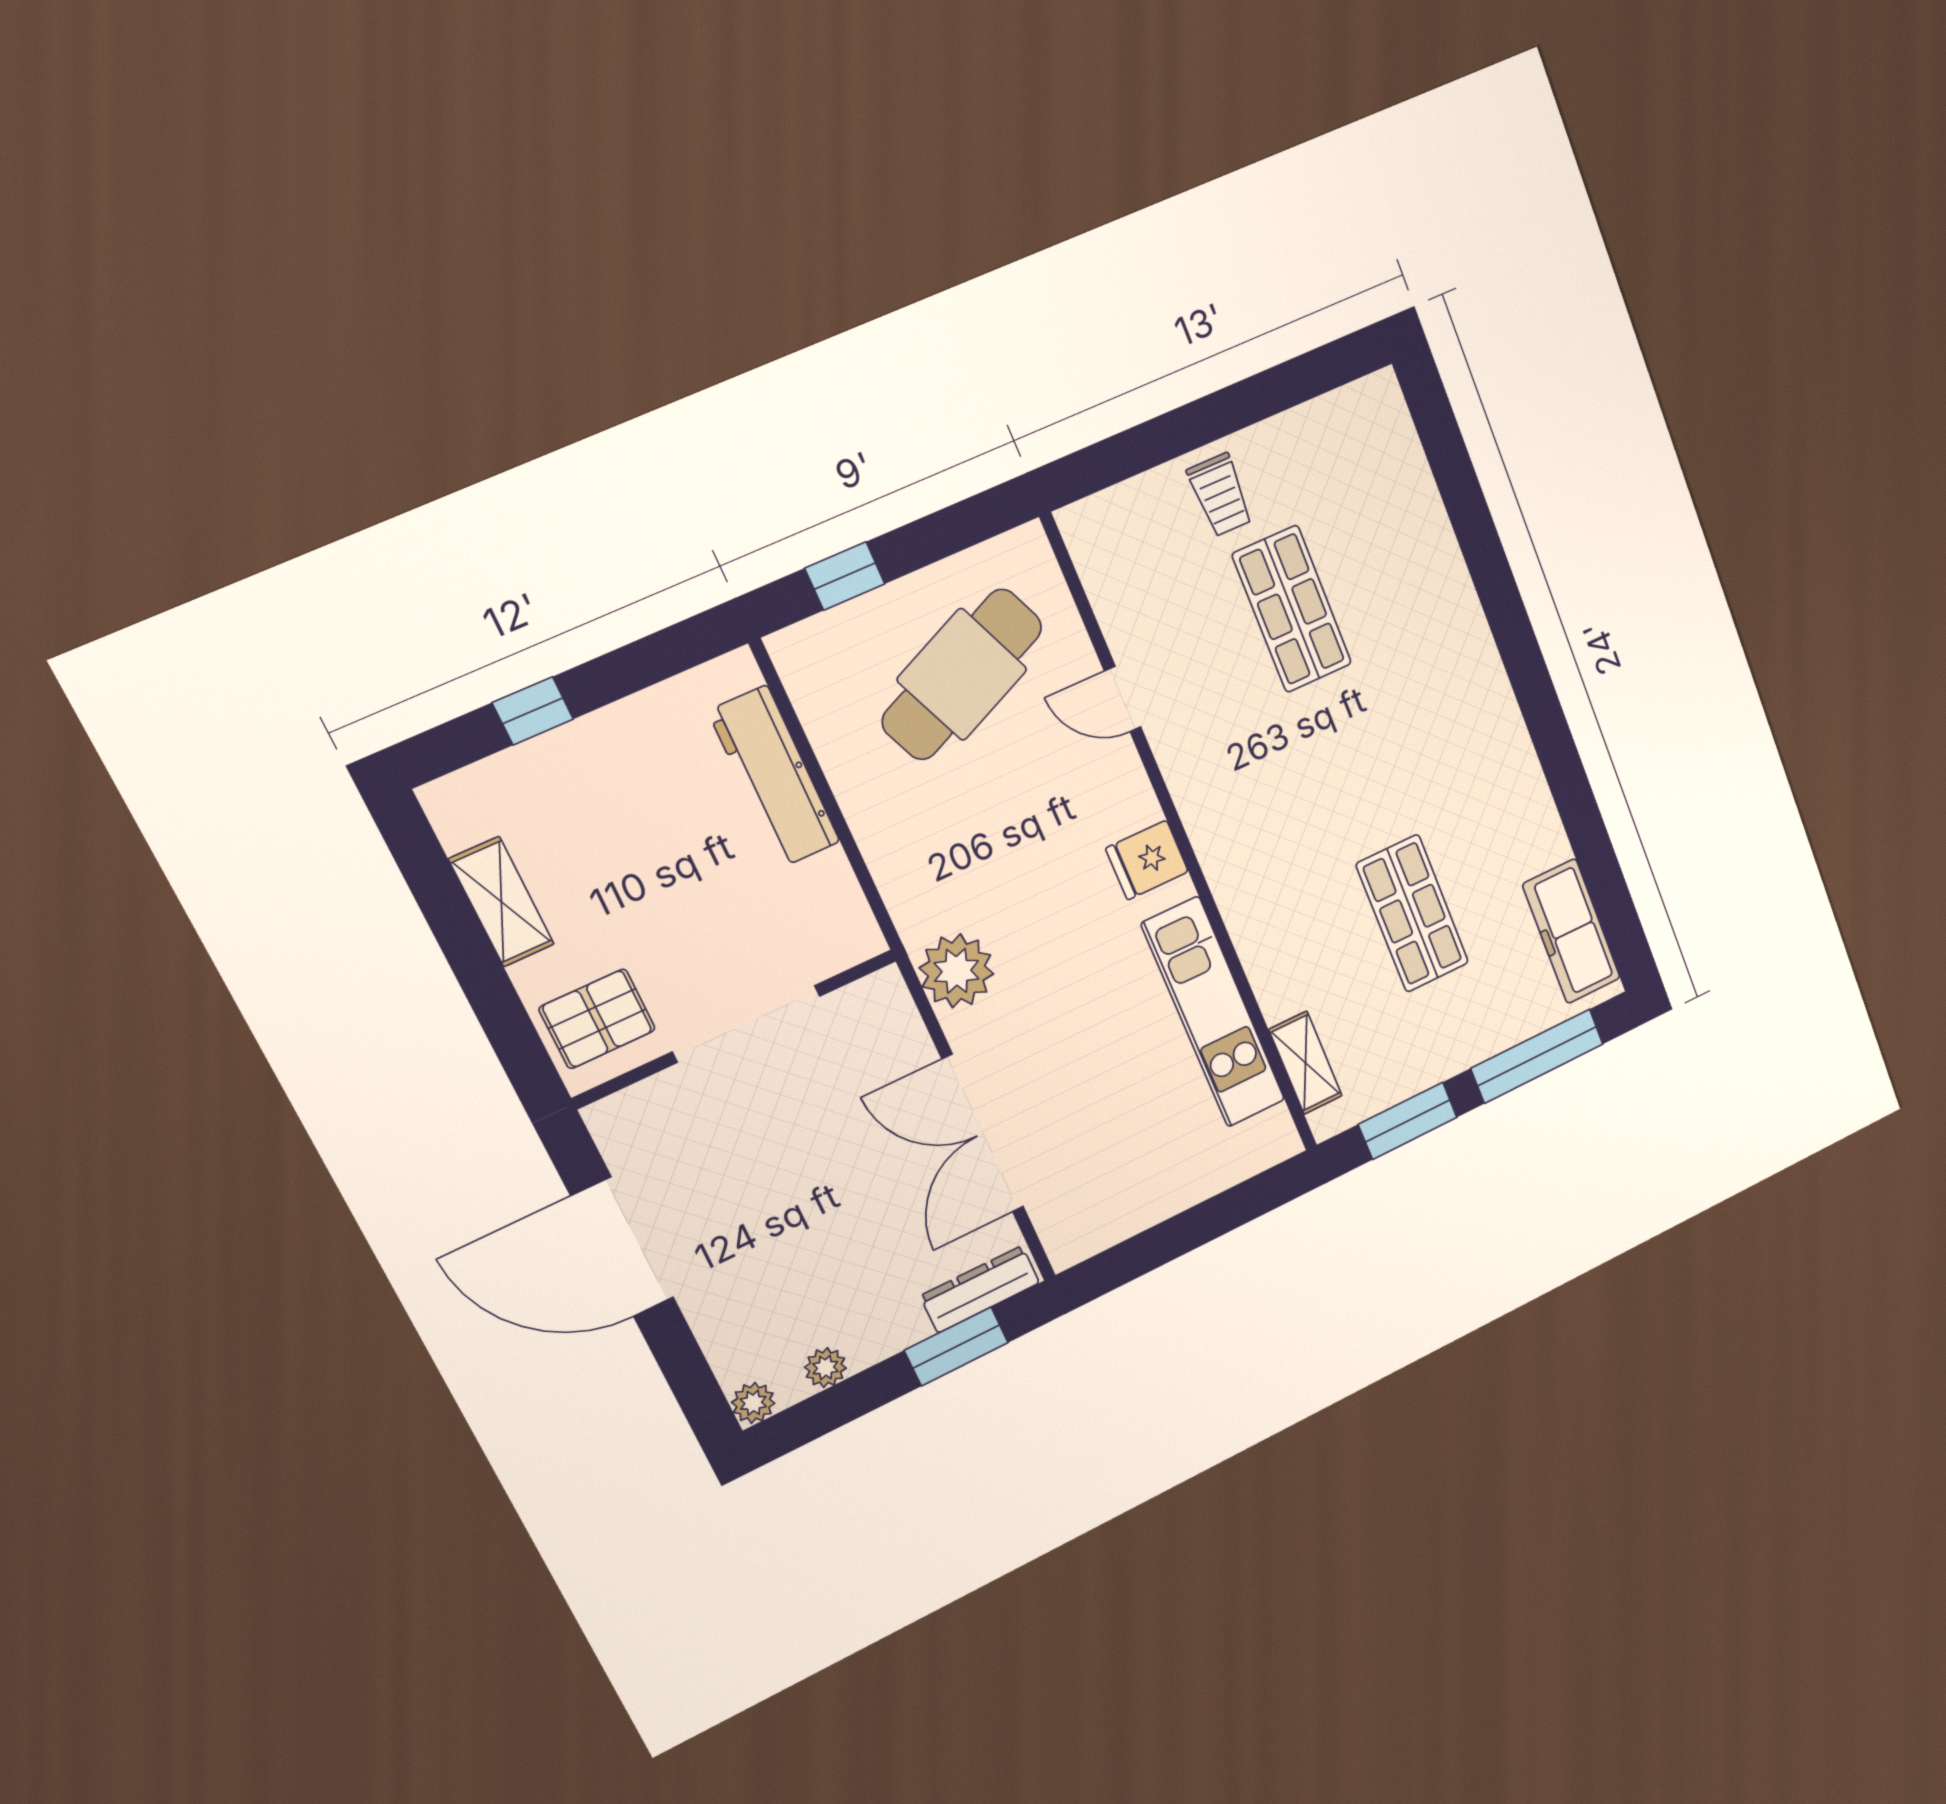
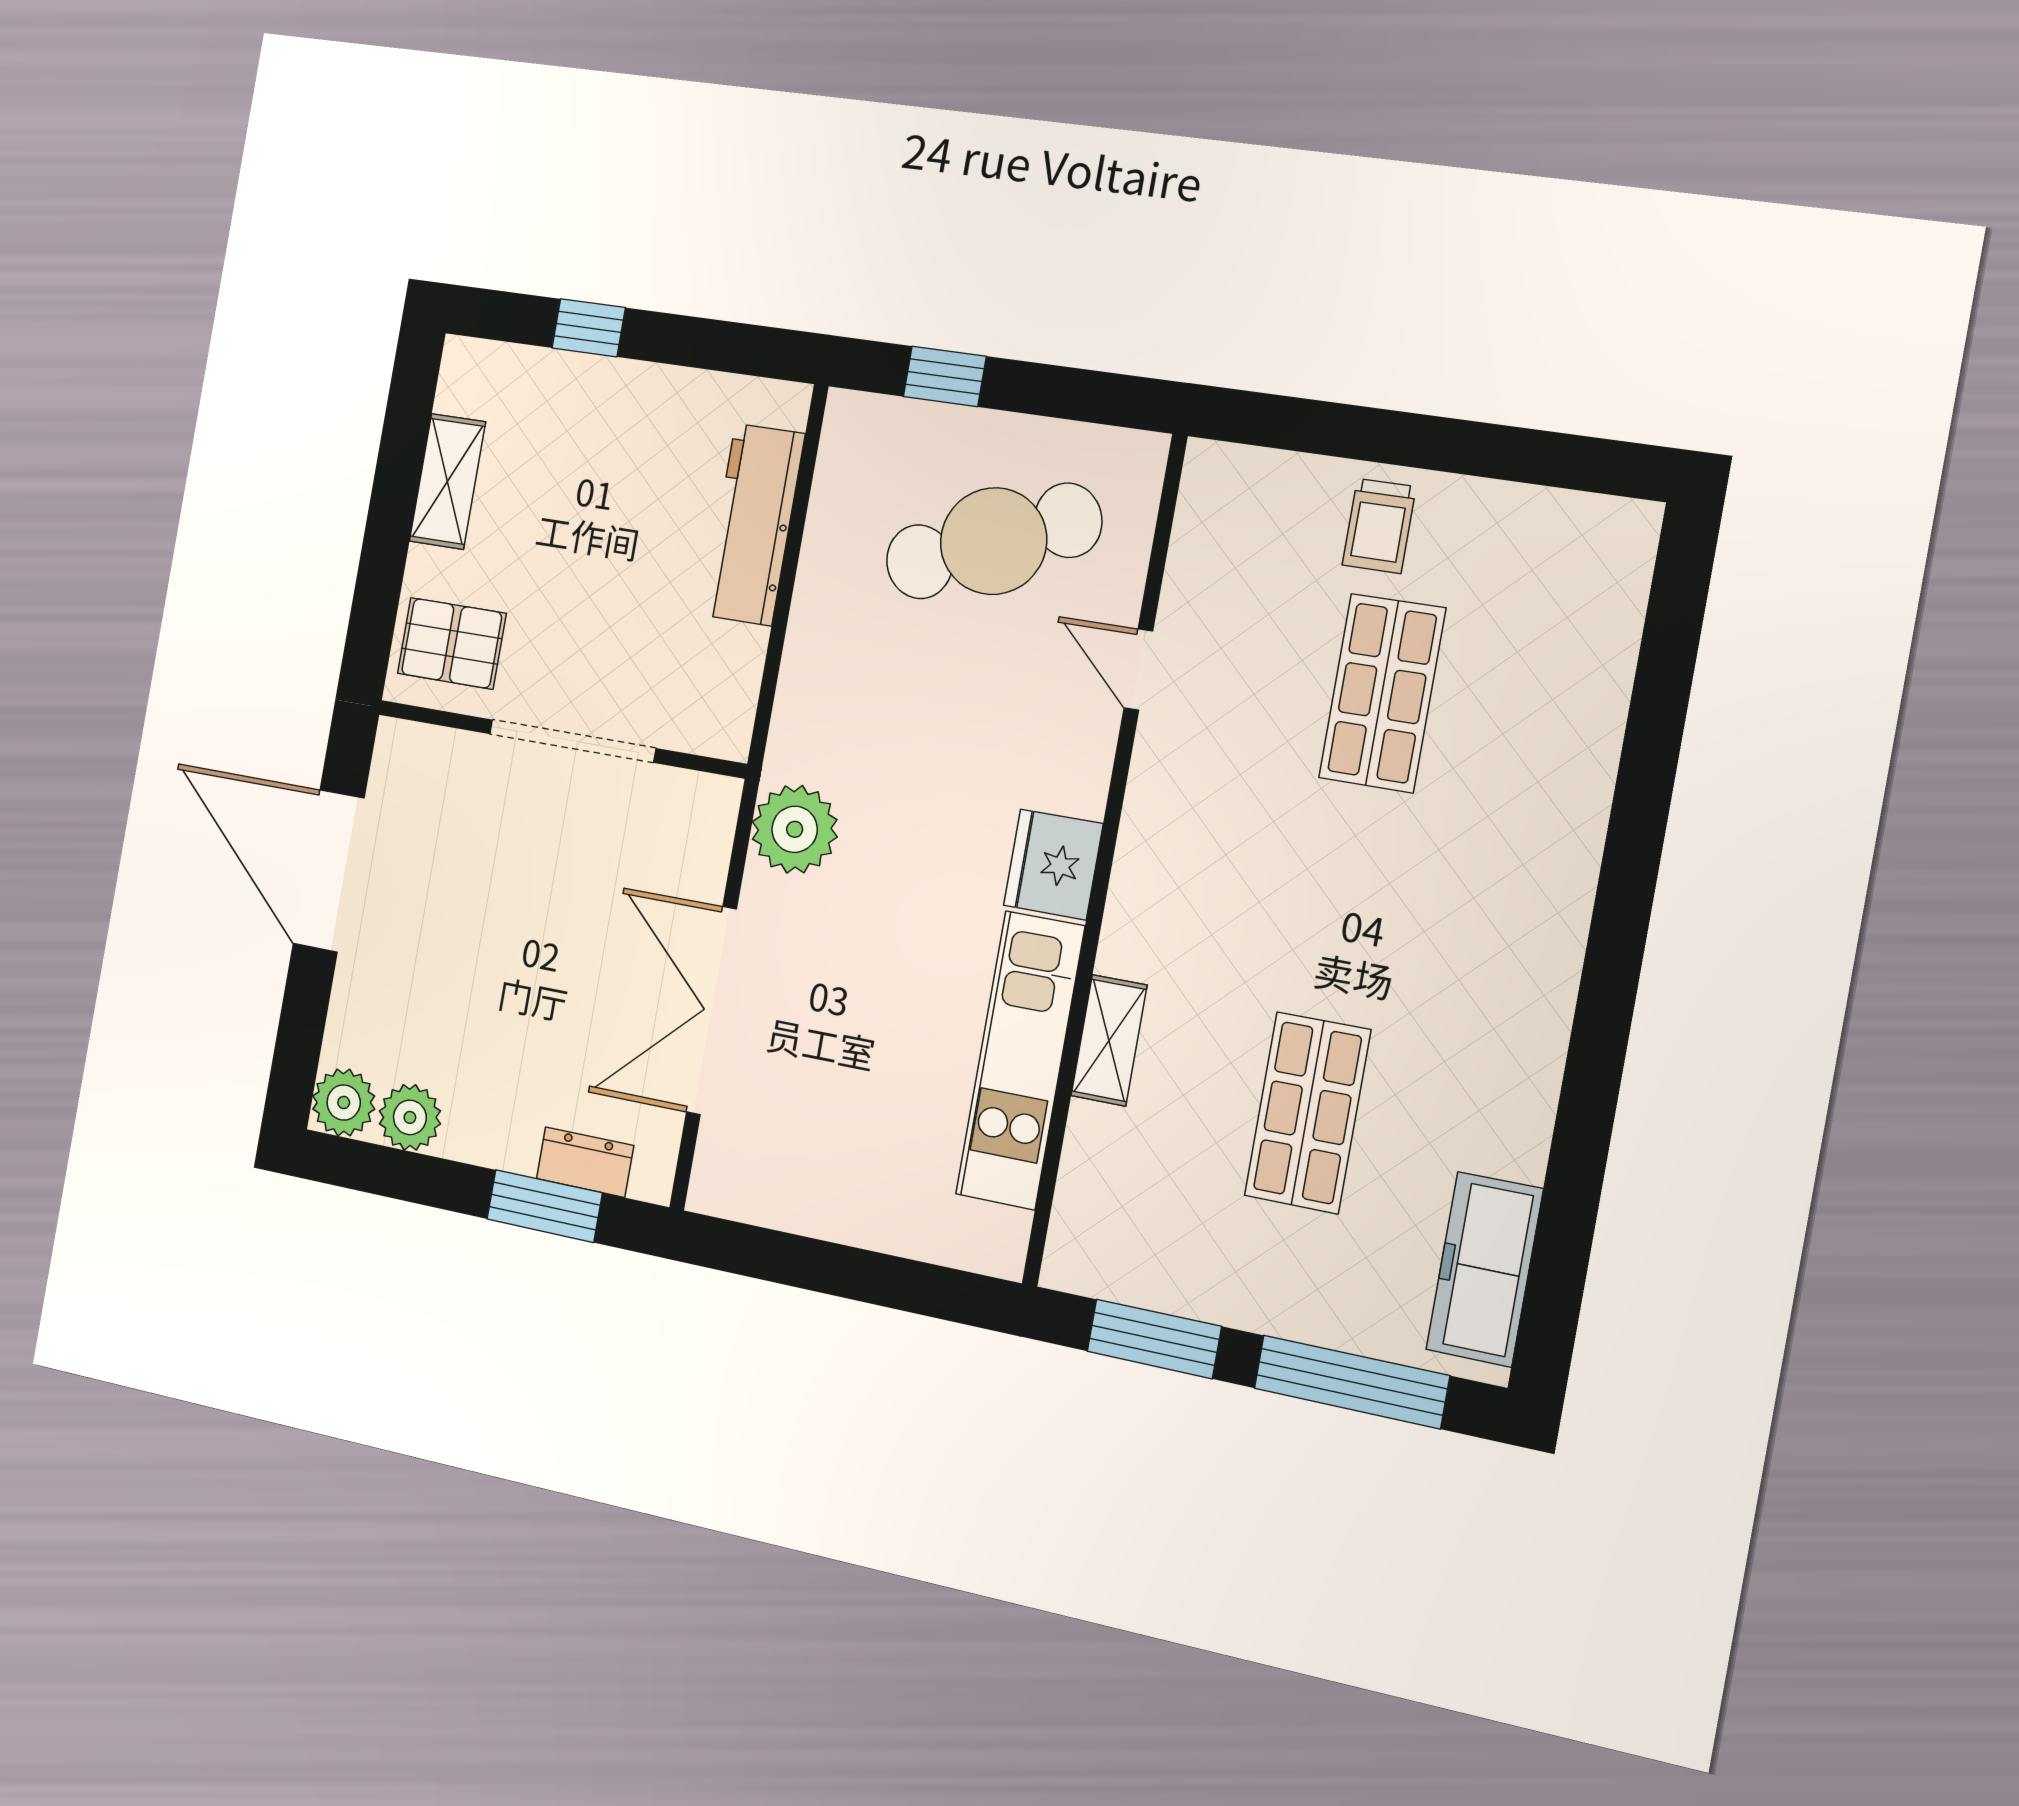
fridge: (1147, 860) -> (1053, 865), width x1.38
shelving: (1305, 1063) -> (1109, 1040), moved
dresser: (980, 1289) -> (585, 1162), width x0.70
plant: (825, 1368) -> (410, 1117), width x1.38, depth x1.38
plant: (753, 1403) -> (344, 1102), width x1.38, depth x1.38

